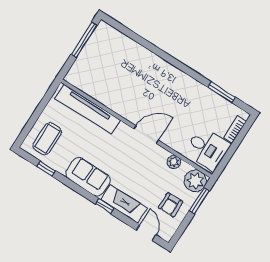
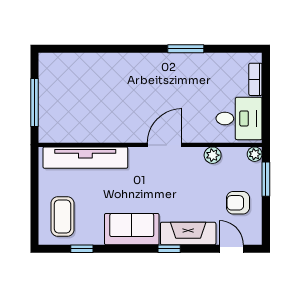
window: (84, 40) -> (35, 102), moved
window: (221, 92) -> (186, 49), moved
plant: (195, 181) -> (255, 154), width x0.53, depth x0.53
armchair: (170, 205) -> (238, 203), turned 90

